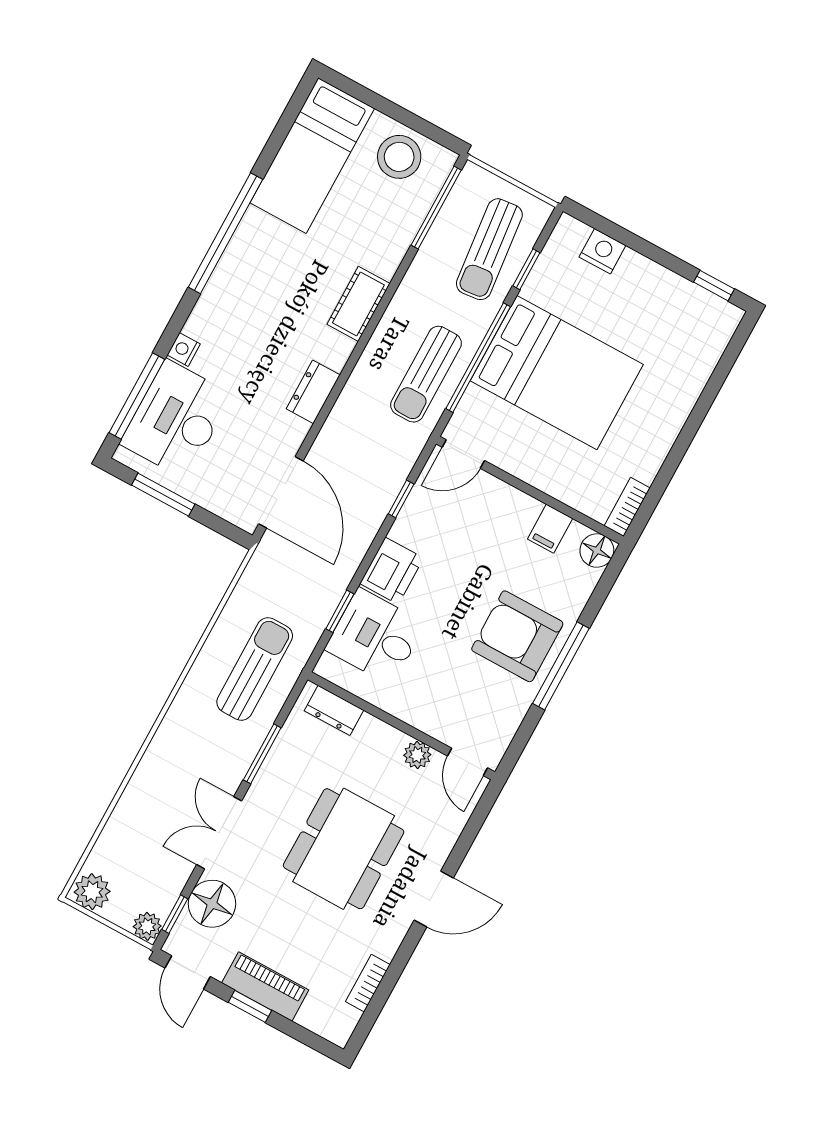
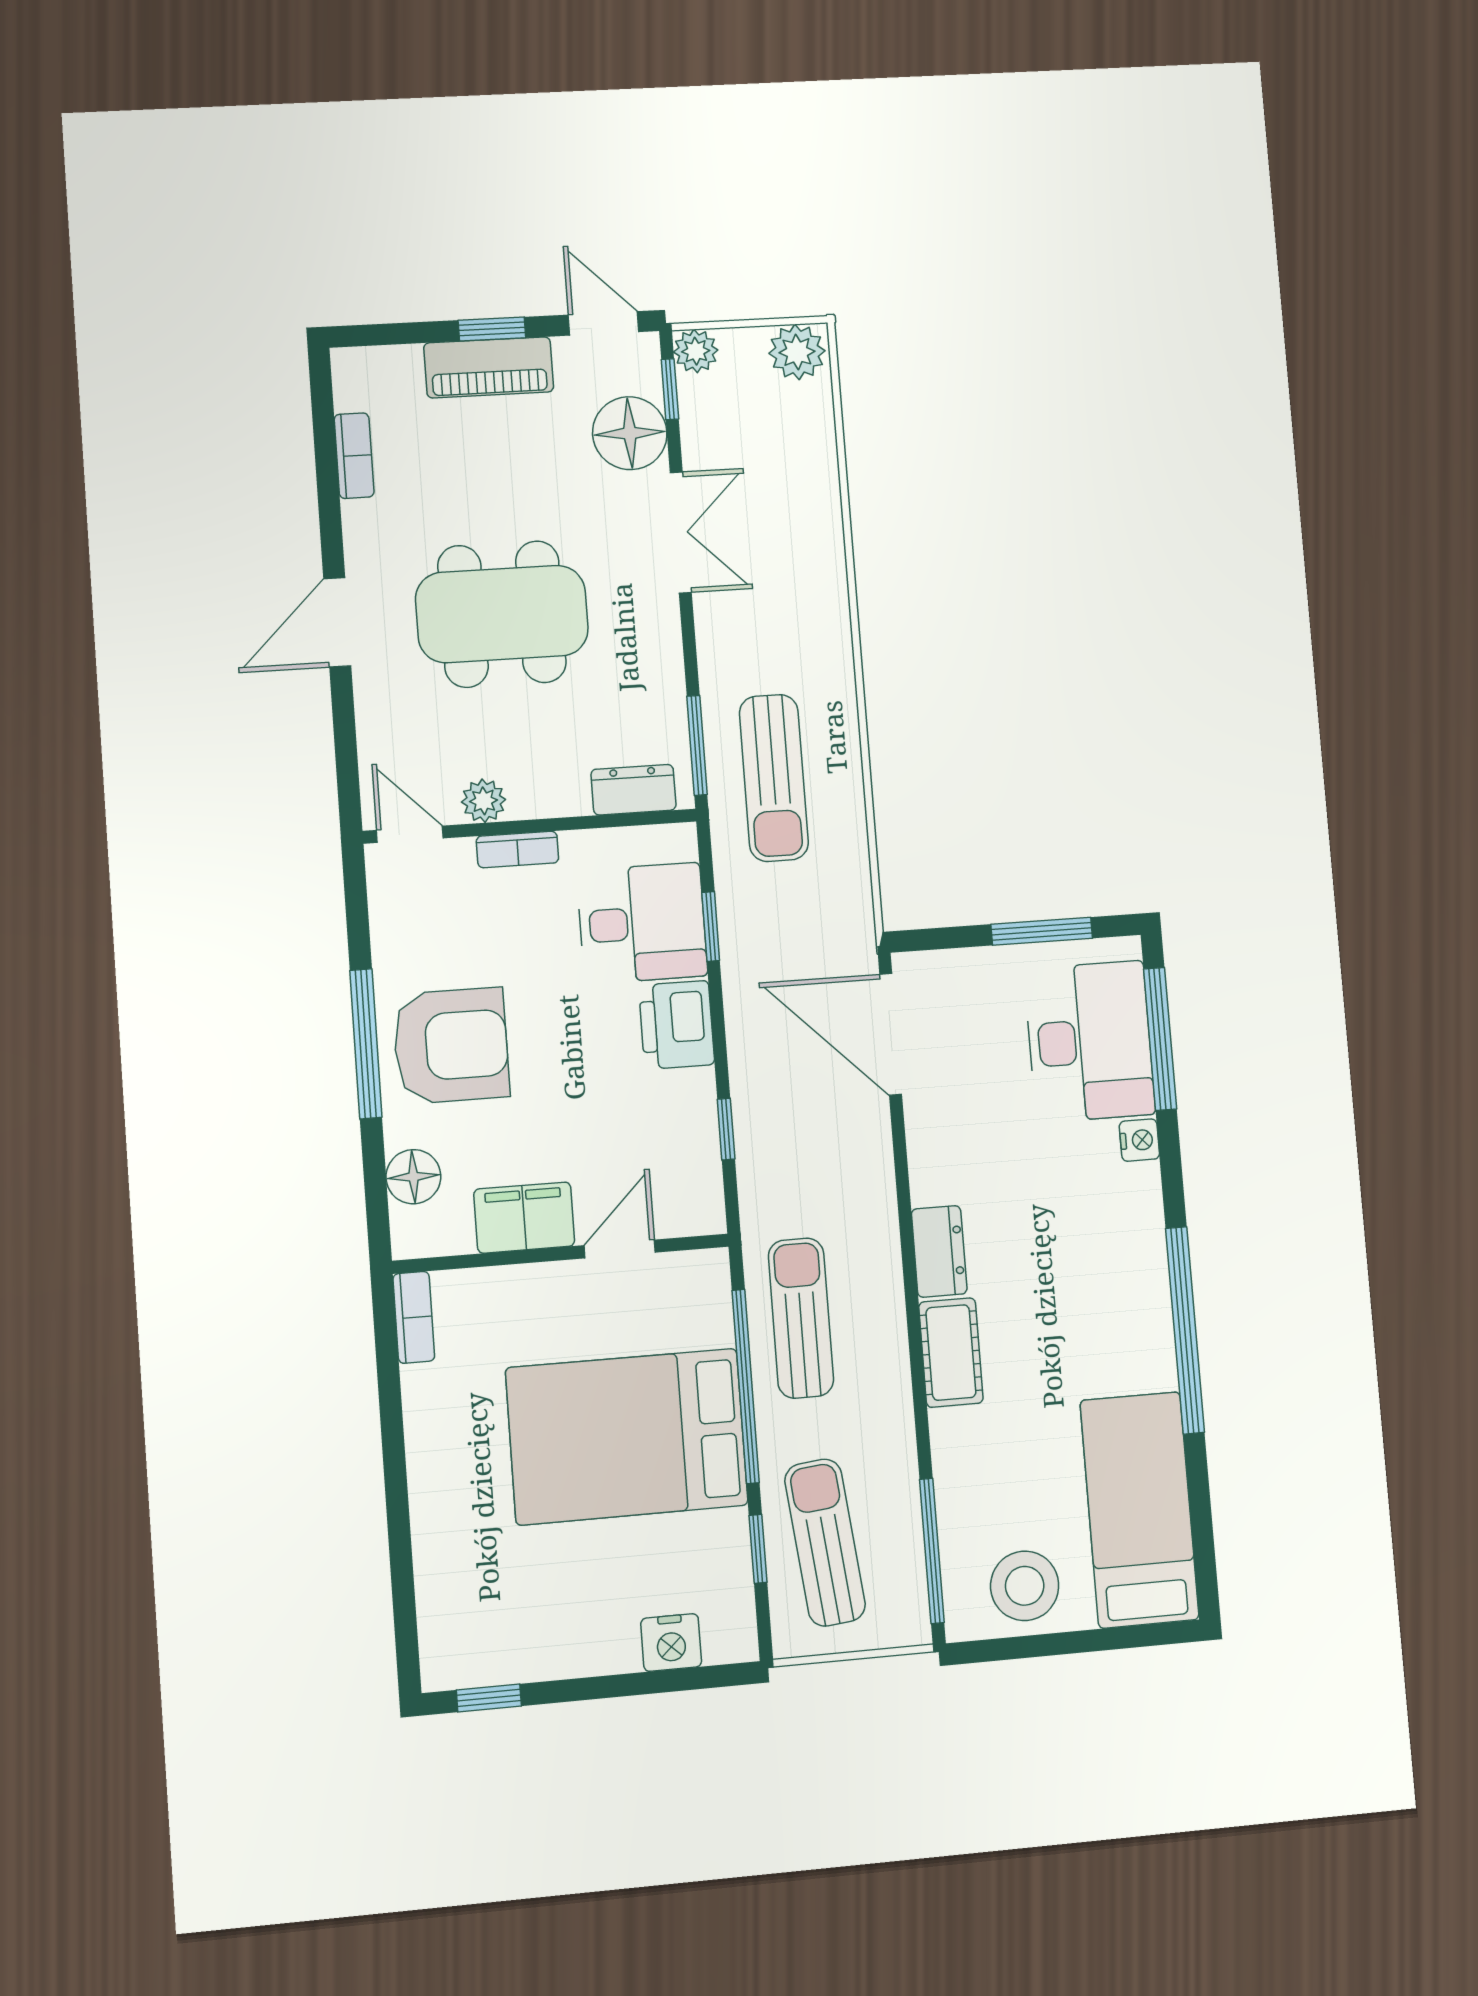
dresser: (313, 392) -> (939, 1251), moved
door: (463, 454) -> (620, 1249), moved
filing cabinet: (550, 529) -> (524, 1218), width x2.00
floor lamp: (597, 551) -> (413, 1177), moved
bookcase: (416, 718) -> (517, 850), added
window: (262, 754) -> (697, 745), moved
dining table: (344, 849) -> (502, 614), turned 90

